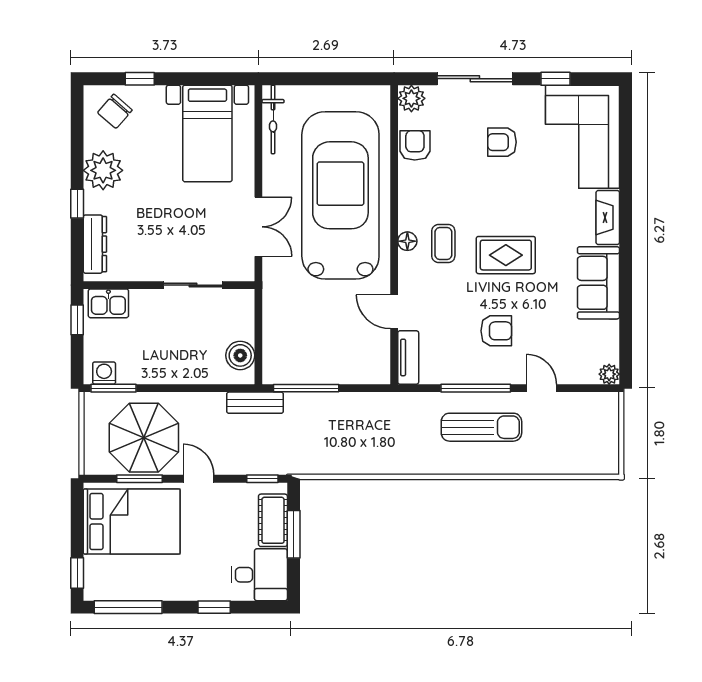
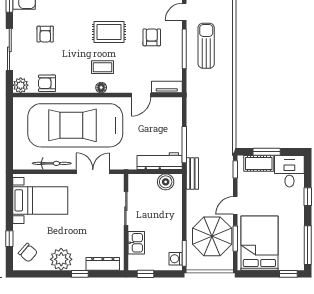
bicycle: (273, 119) -> (52, 163), moved
rug: (506, 255) -> (109, 32), turned 90
kitchen sink: (108, 303) -> (136, 243), moved
workbench: (277, 345) -> (160, 161), added

